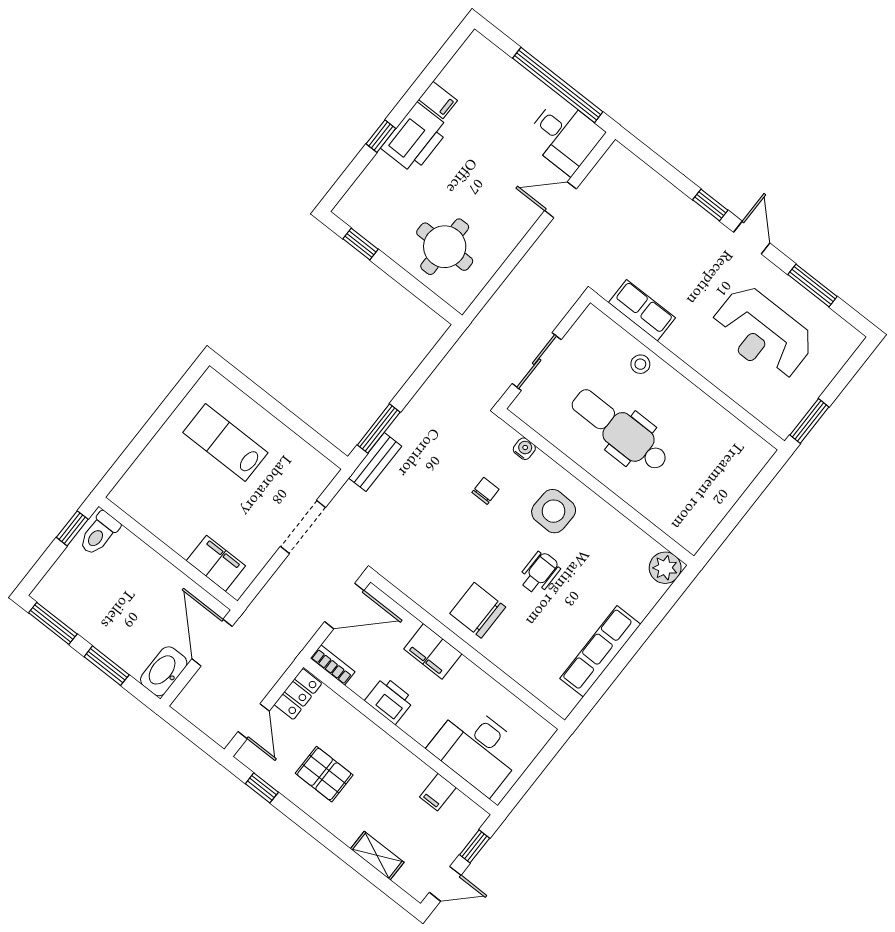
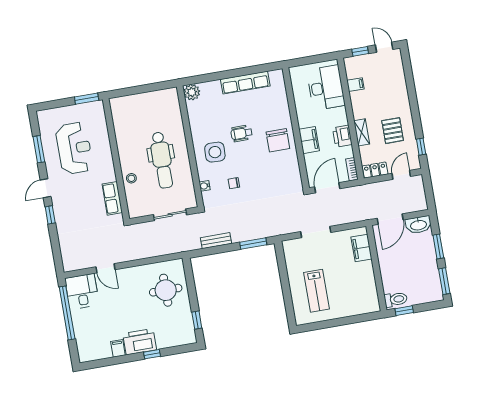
bench: (375, 462) -> (216, 241), moved
door: (344, 606) -> (327, 188), hinge flipped
shelving: (377, 856) -> (362, 132), moved

